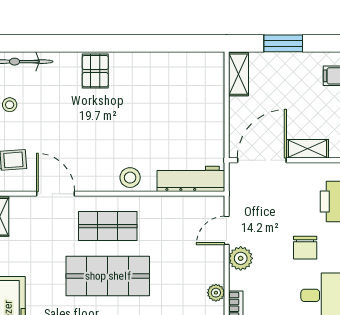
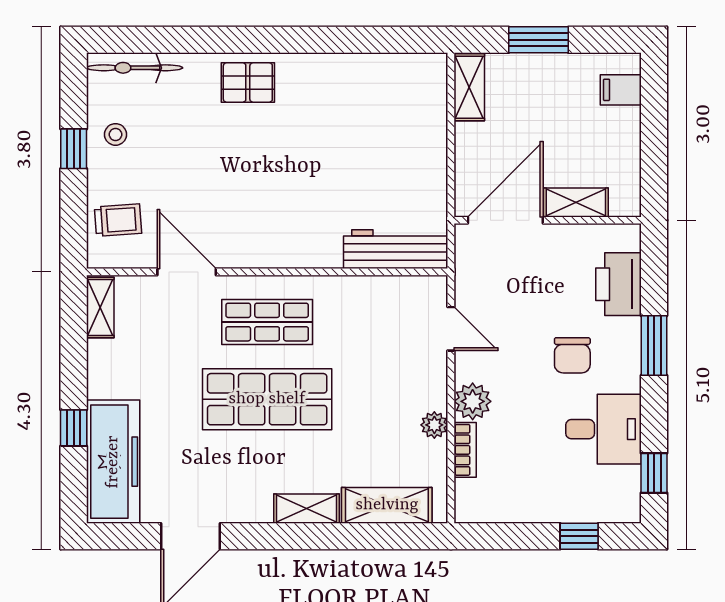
pallet: (95, 71) -> (248, 82), turned 90
stool: (130, 178) -> (302, 247), removed
door: (227, 230) -> (451, 329), swing flipped
plant: (241, 258) -> (473, 401), moved

